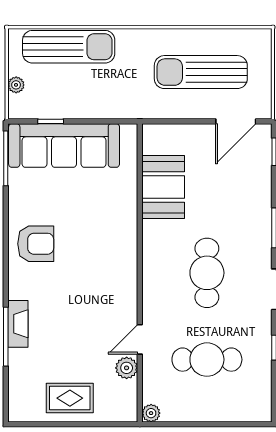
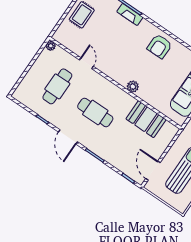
plant: (127, 368) -> (133, 86), moved

